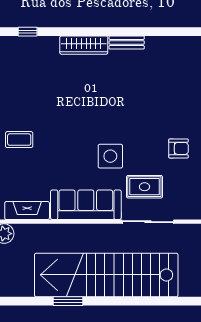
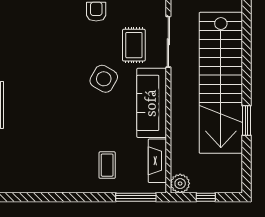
coffee table: (19, 140) -> (107, 165), moved
side table: (110, 156) -> (104, 79), turned 30

